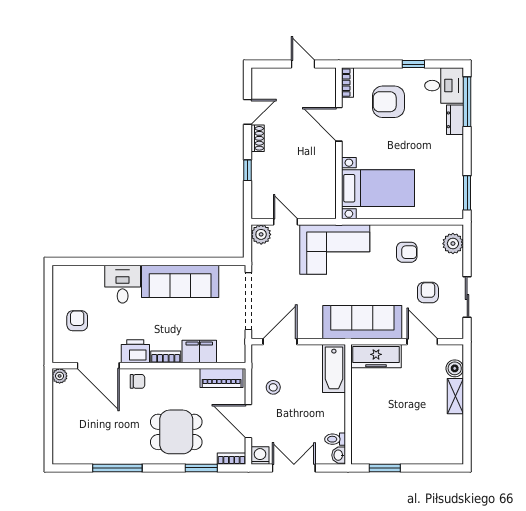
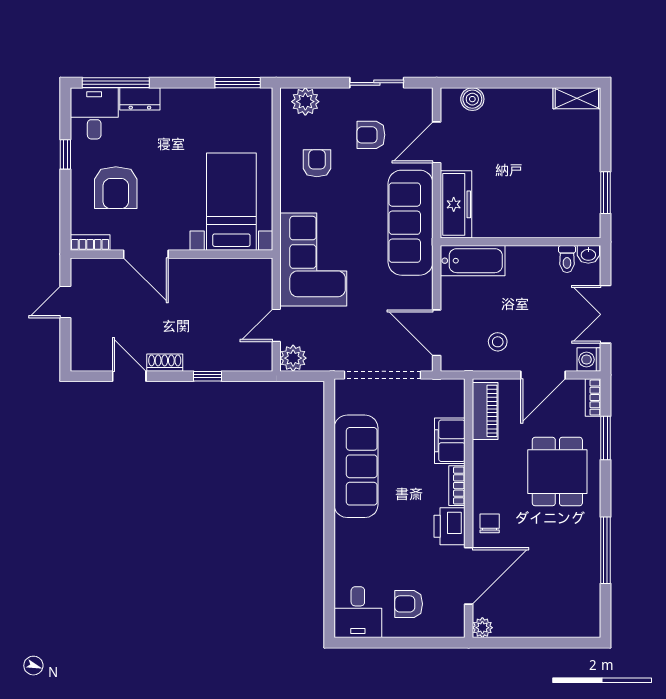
door: (339, 124) -> (146, 254), hinge flipped
desk: (123, 284) -> (358, 612), moved, turned -90
shelving: (455, 396) -> (577, 98), moved

